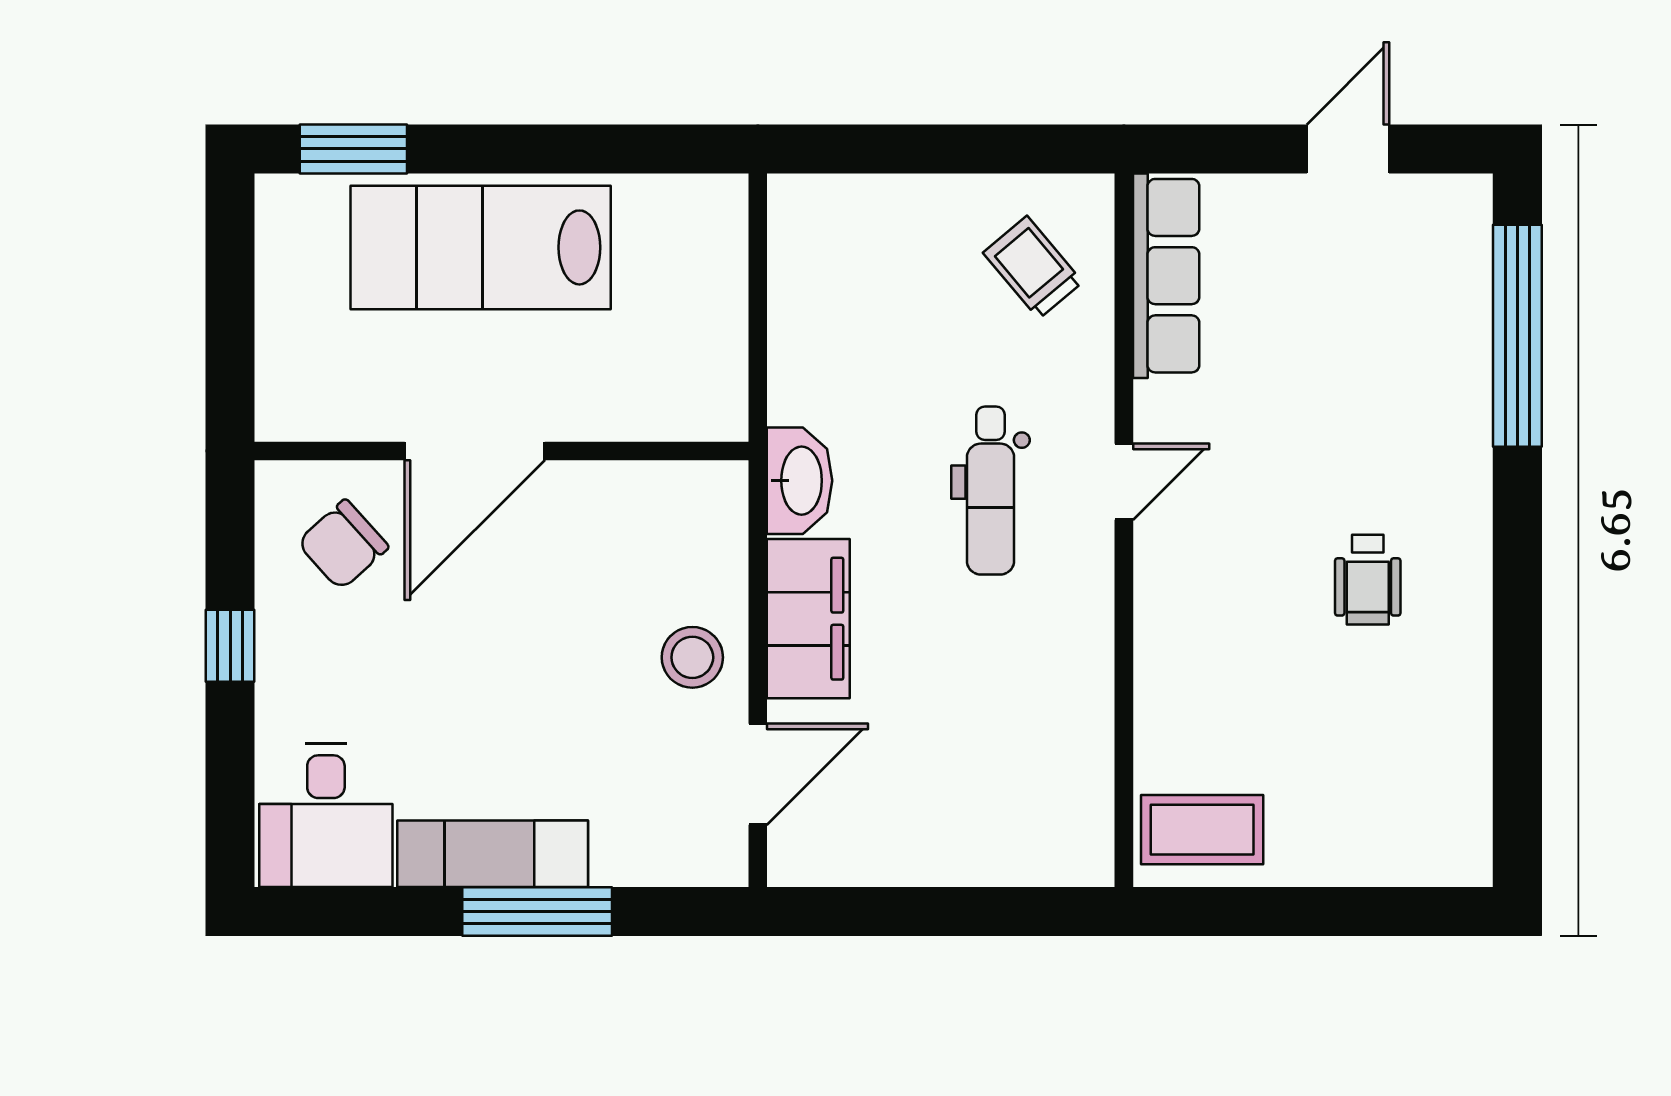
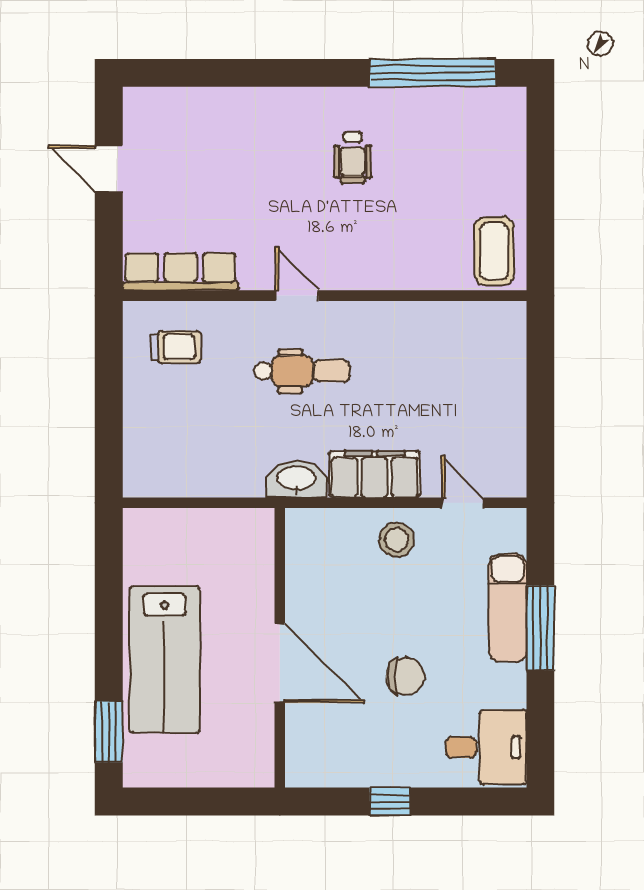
trolley: (1033, 267) -> (176, 347), turned -140
window: (1517, 336) -> (433, 73), moved
chair: (343, 545) -> (405, 676), moved, turned -48
wheelchair: (1368, 580) -> (353, 158), turned 90
door: (758, 774) -> (463, 503), width x0.73
exam couch: (493, 854) -> (508, 608), moved

